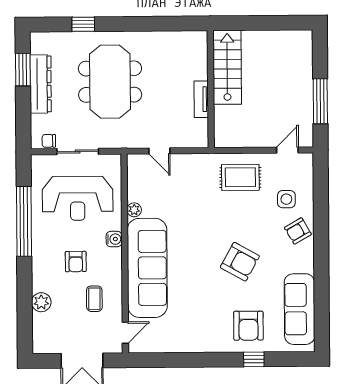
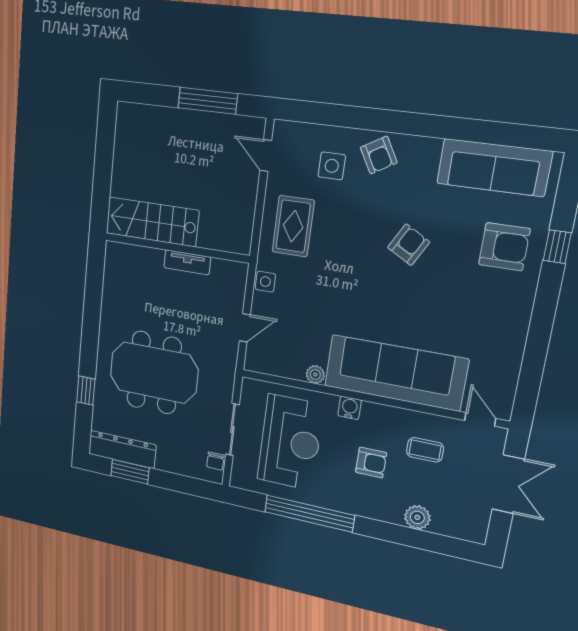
dresser: (41, 84) -> (122, 449), moved
side table: (197, 162) -> (265, 282), added
armchair: (240, 262) -> (409, 245), width x0.72, depth x0.72

